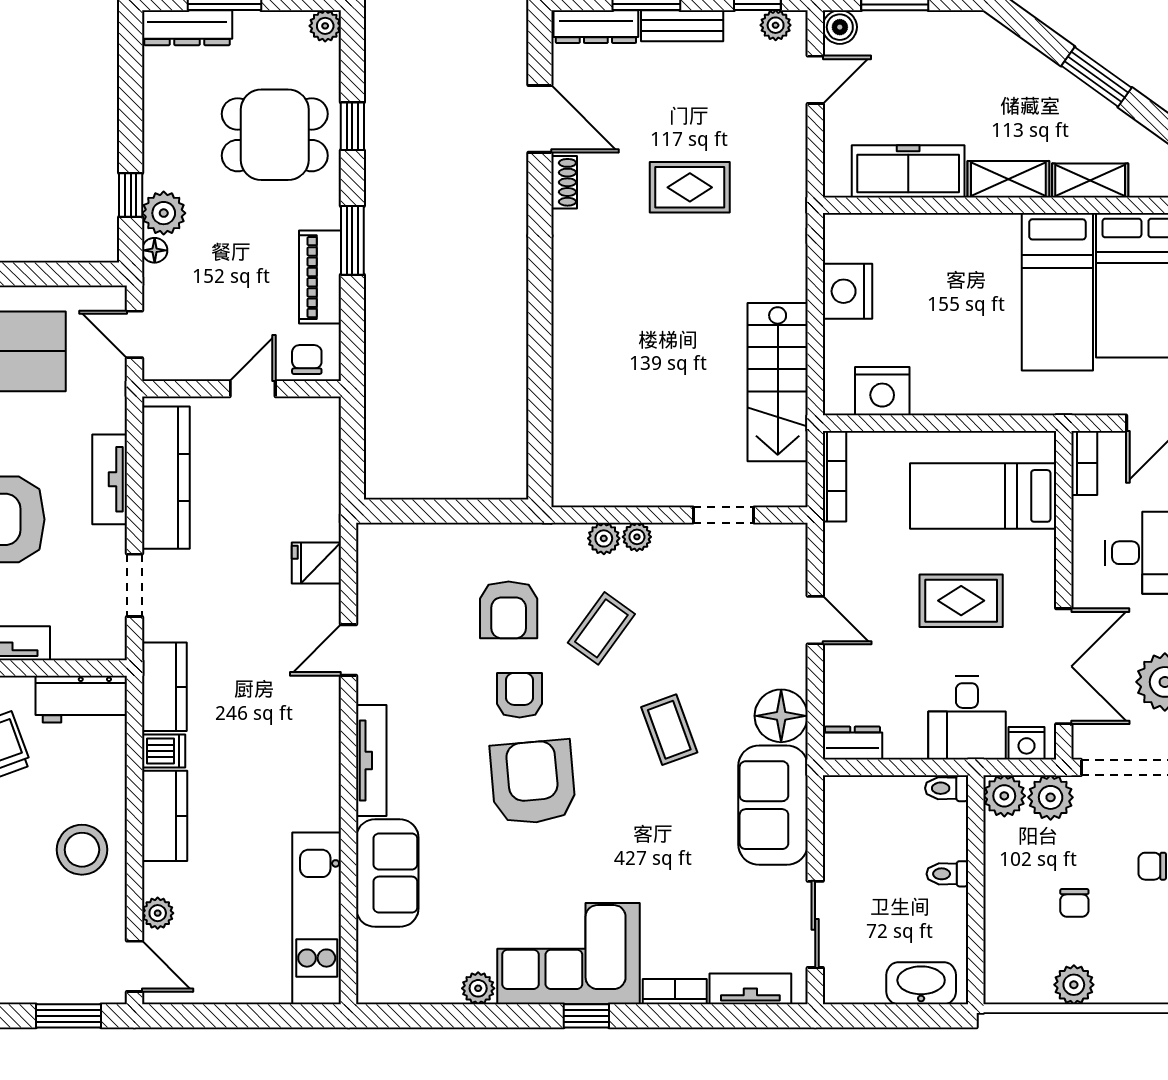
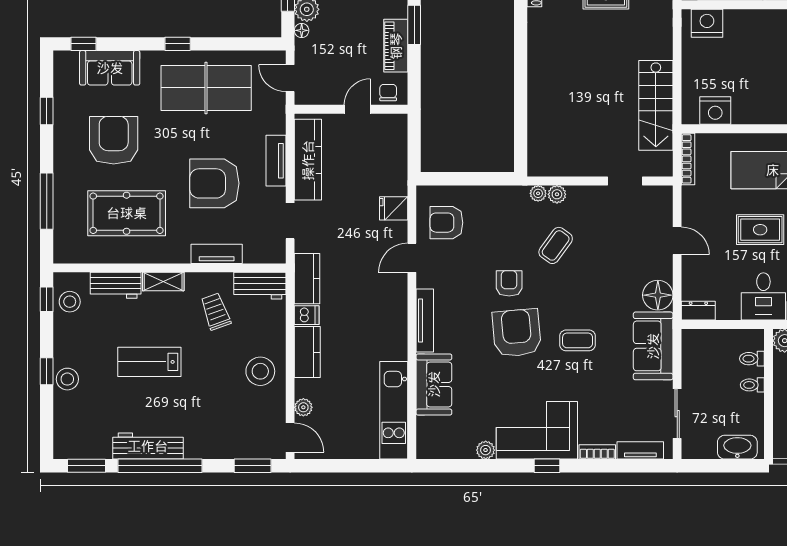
nightstand: (848, 291) -> (707, 23), moved, turned 90
plant: (637, 537) -> (538, 193), moved
armchair: (509, 610) -> (446, 223), moved, turned 90
coffee table: (669, 730) -> (578, 340), moved, turned -70
toilet: (947, 788) -> (752, 359), moved

